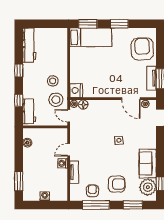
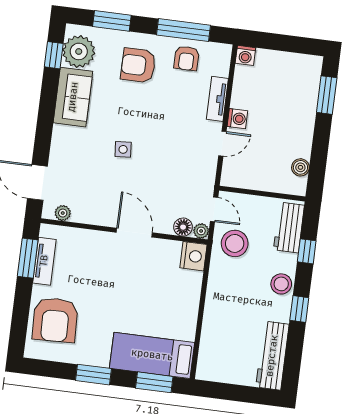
stool: (53, 81) -> (281, 284), moved
door: (131, 99) -> (134, 233), moved
washing machine: (45, 196) -> (245, 55), moved

